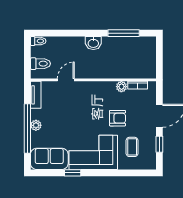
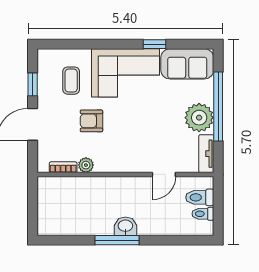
window: (124, 33) -> (117, 240), moved
toilet: (38, 41) -> (203, 214), moved
plant: (36, 125) -> (199, 118), width x1.88, depth x1.88

